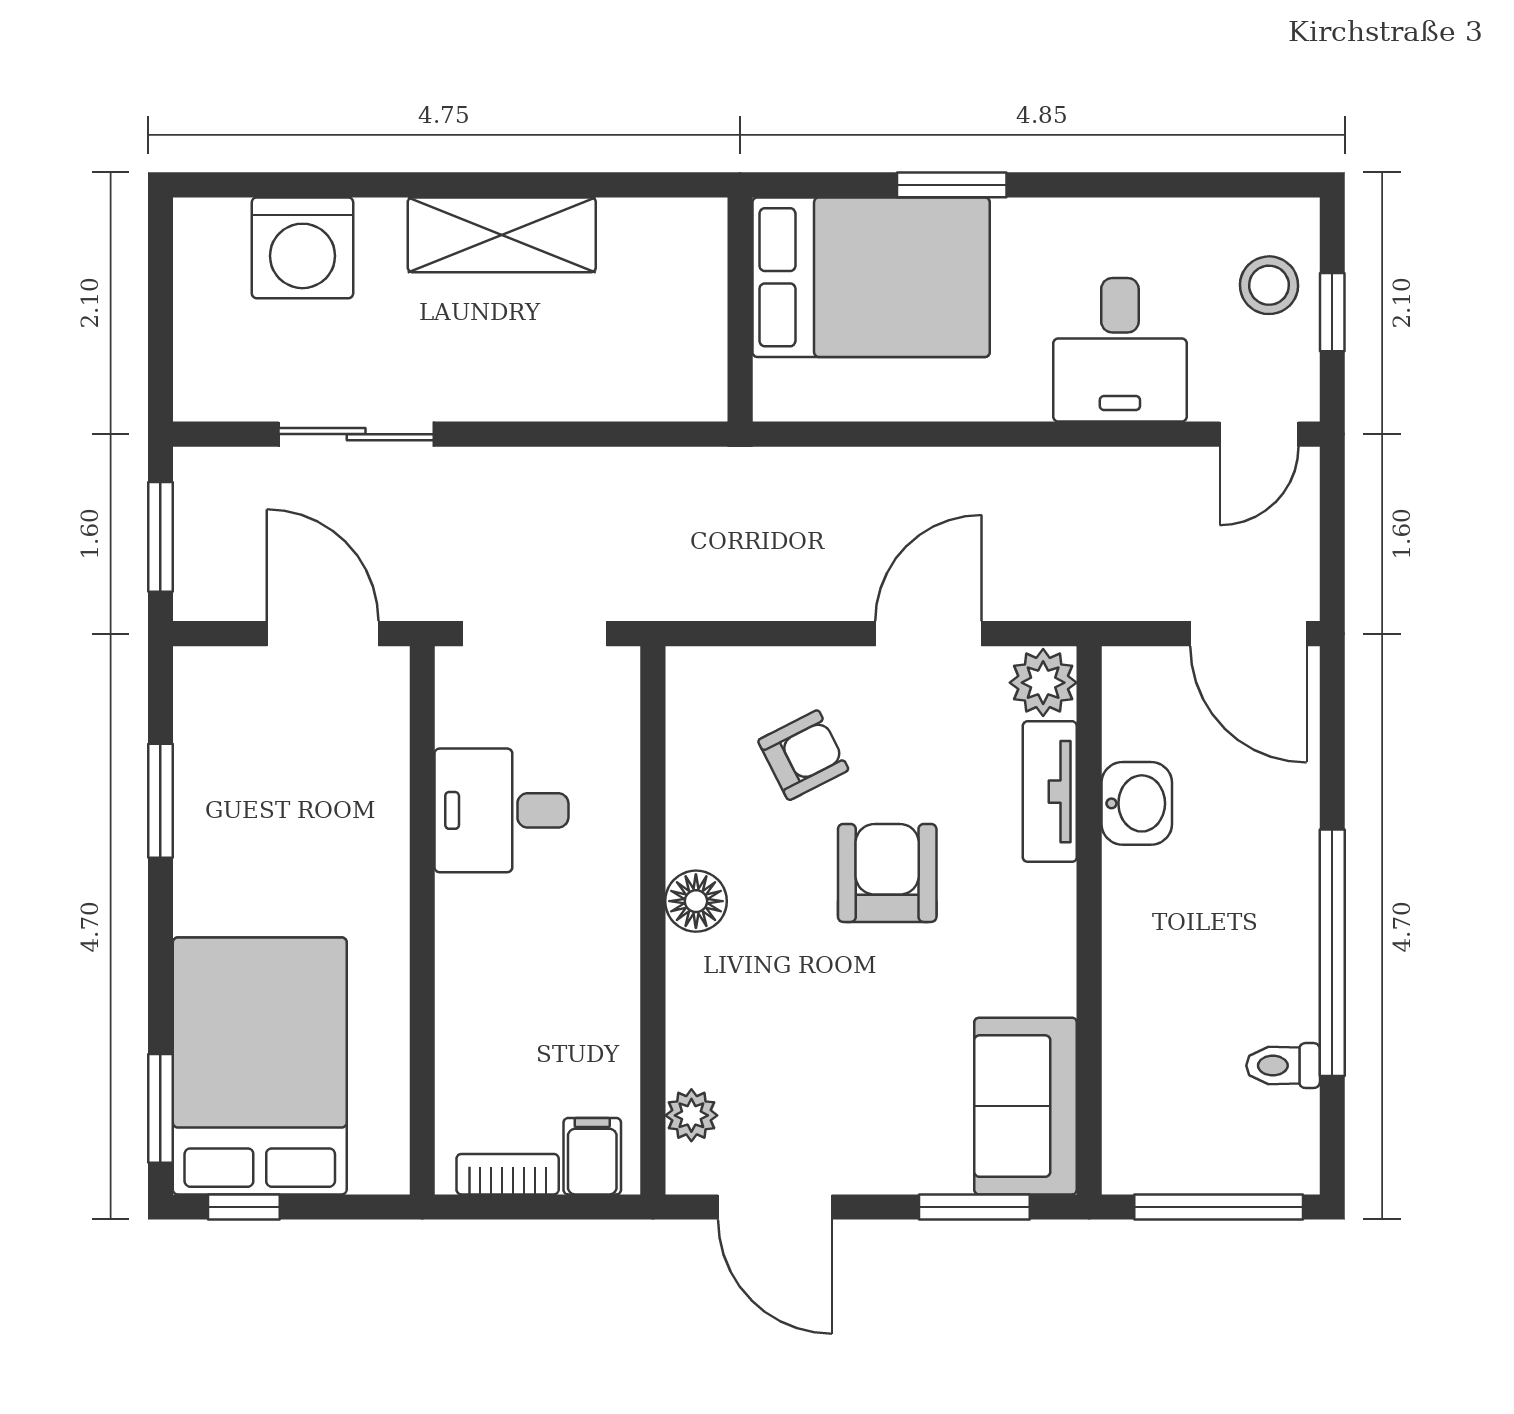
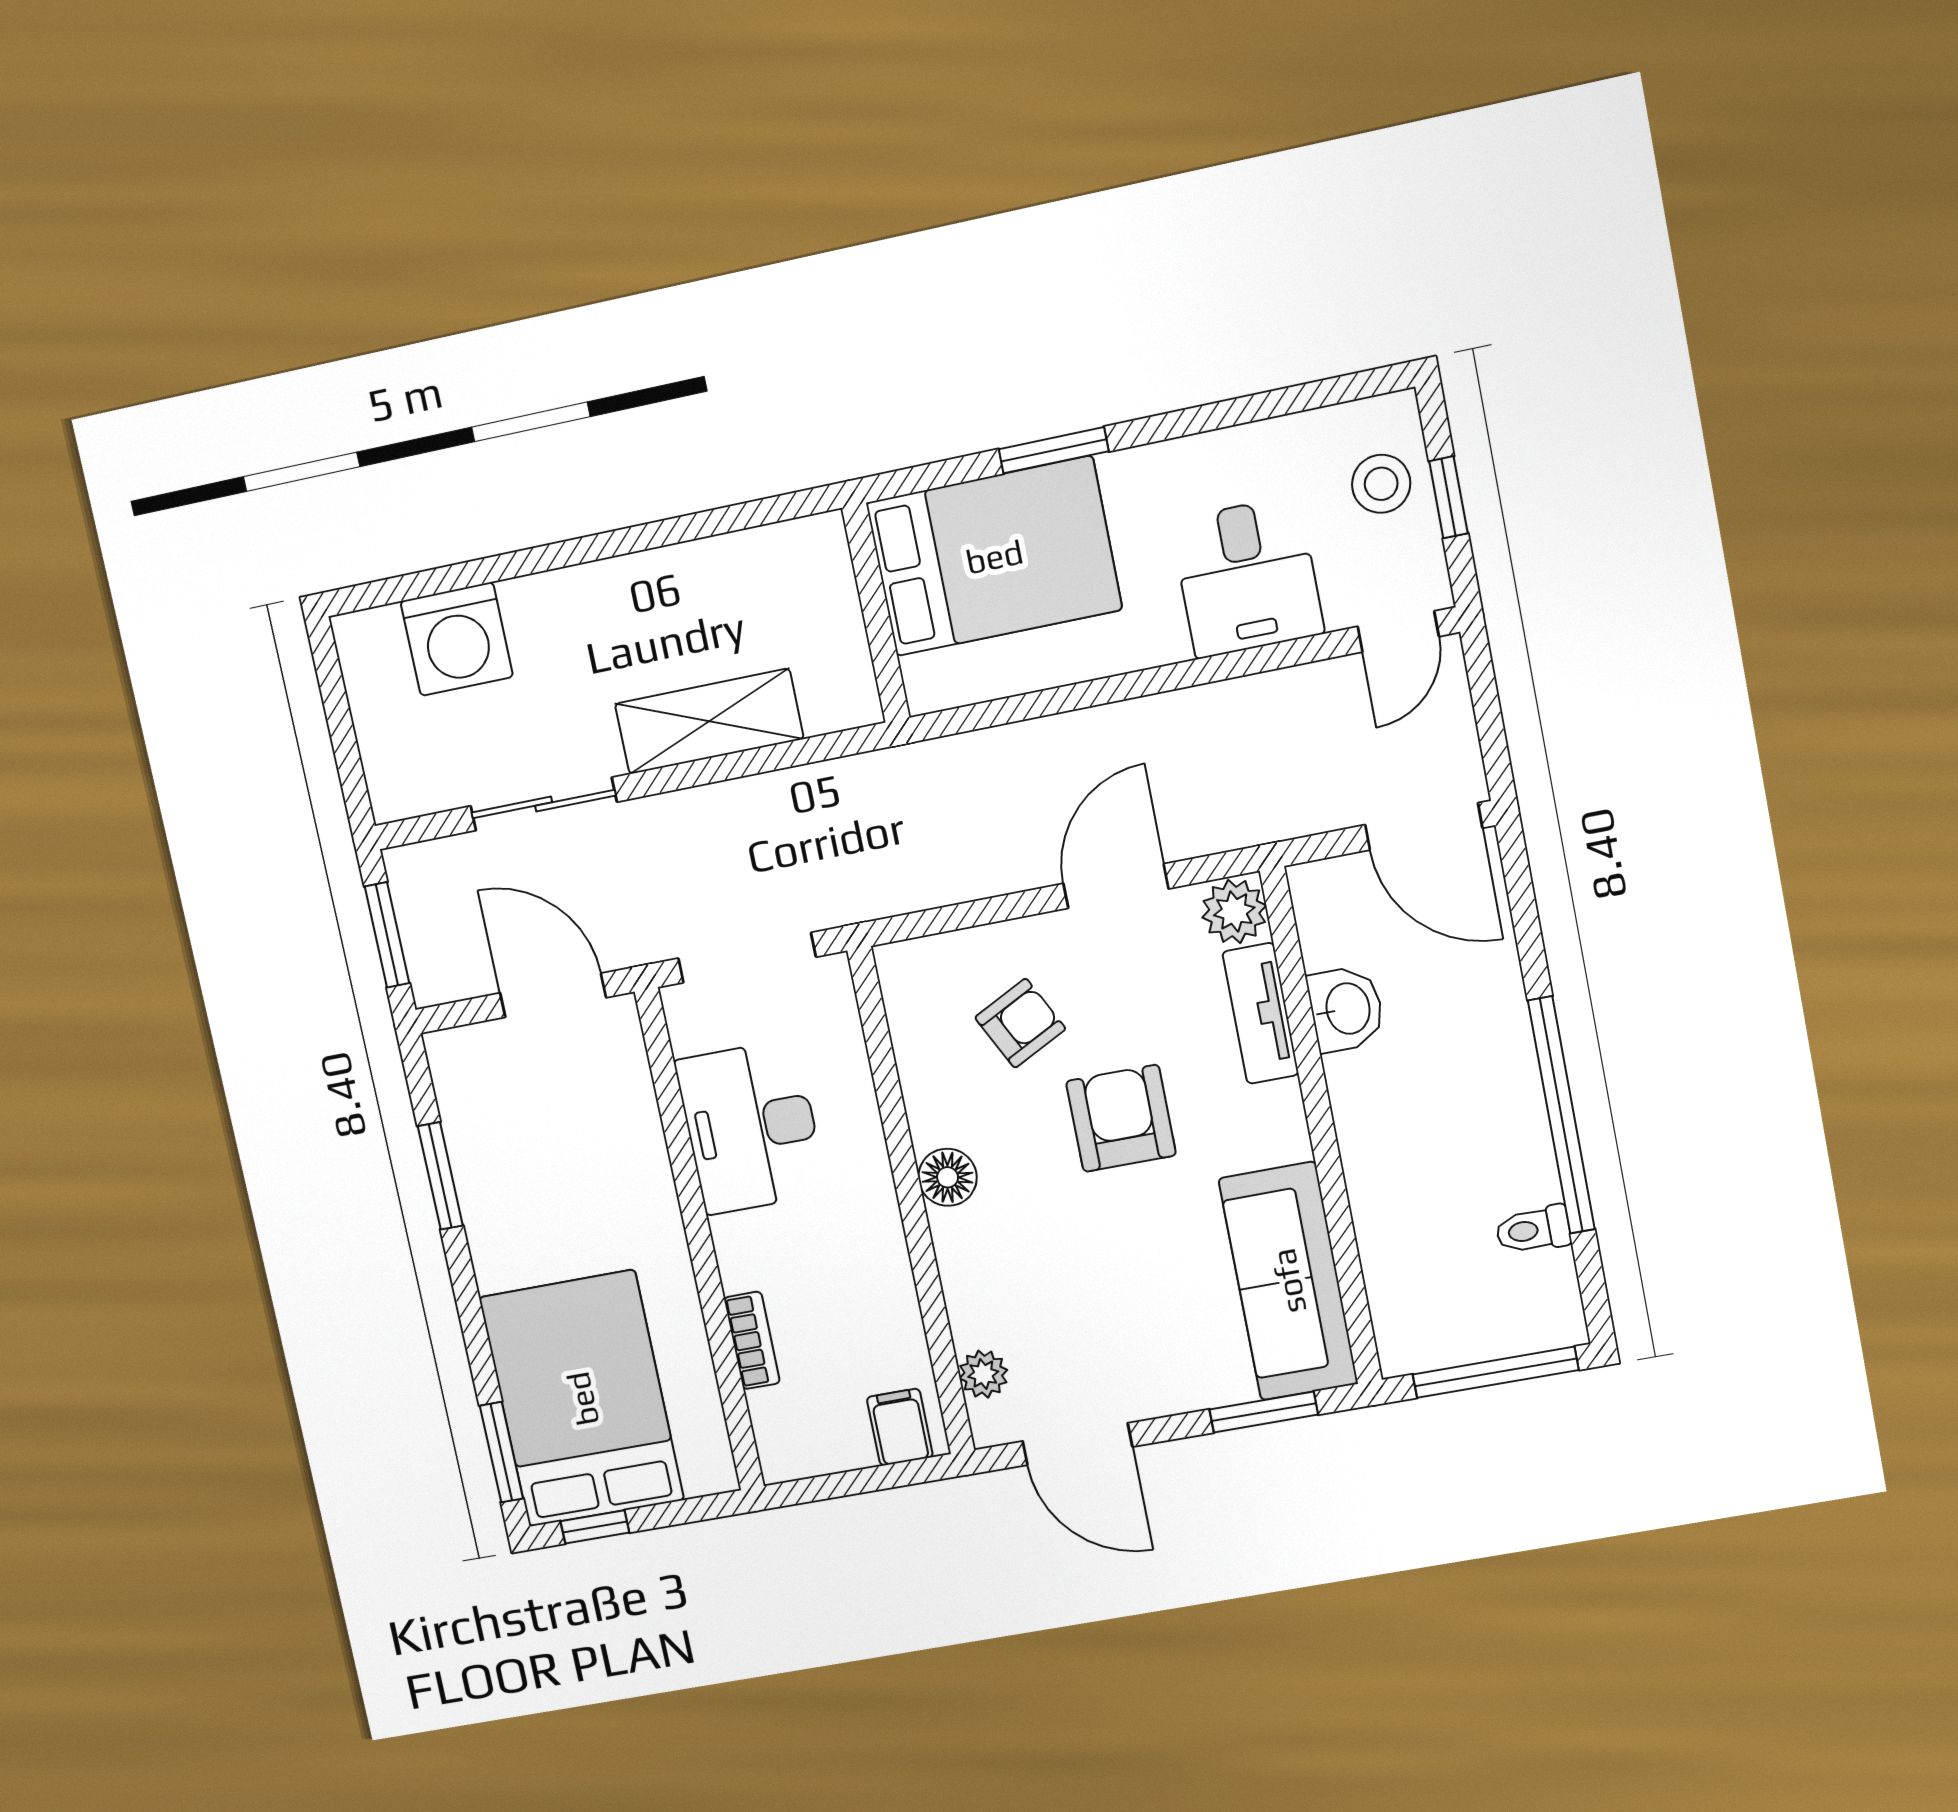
shelving: (502, 235) -> (709, 721), moved
desk: (501, 810) -> (751, 1127), width x1.37
sofa: (1026, 1106) -> (1288, 1281), width x1.36
bookcase: (508, 1174) -> (752, 1340), moved, turned 90

